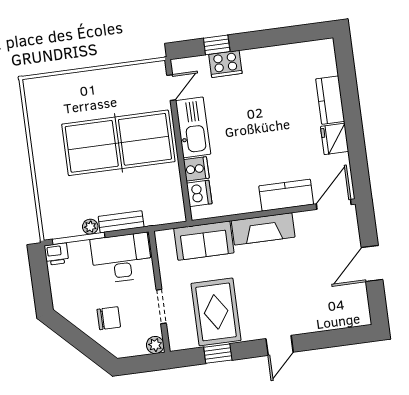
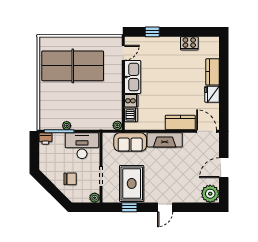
cooker: (225, 64) -> (189, 43), moved
table tennis table: (118, 143) -> (73, 66), moved
door: (334, 204) -> (207, 131), hinge flipped
plant: (178, 215) -> (117, 125), added
bench: (121, 222) -> (85, 125), removed
plant: (354, 311) -> (210, 194), added

